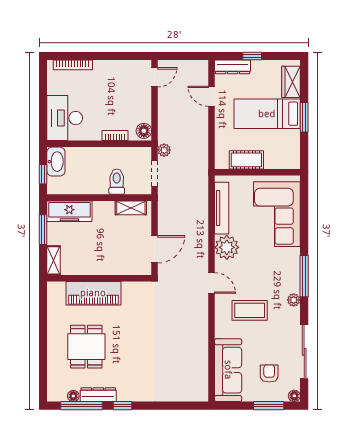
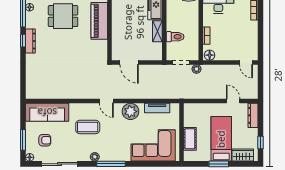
window: (252, 56) -> (260, 143), moved
door: (212, 96) -> (233, 101), hinge flipped
cot: (246, 160) -> (190, 139), moved
shelving: (131, 208) -> (157, 31), moved
tv unit: (222, 208) -> (157, 108), width x0.71
door: (212, 283) -> (106, 101), hinge flipped
coffee table: (250, 310) -> (88, 127), turned 90
dresser: (98, 395) -> (30, 41), moved

